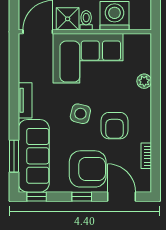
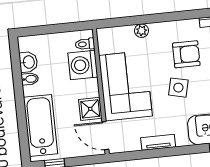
toilet: (86, 20) -> (85, 44), moved
tv unit: (25, 100) -> (158, 142), moved

